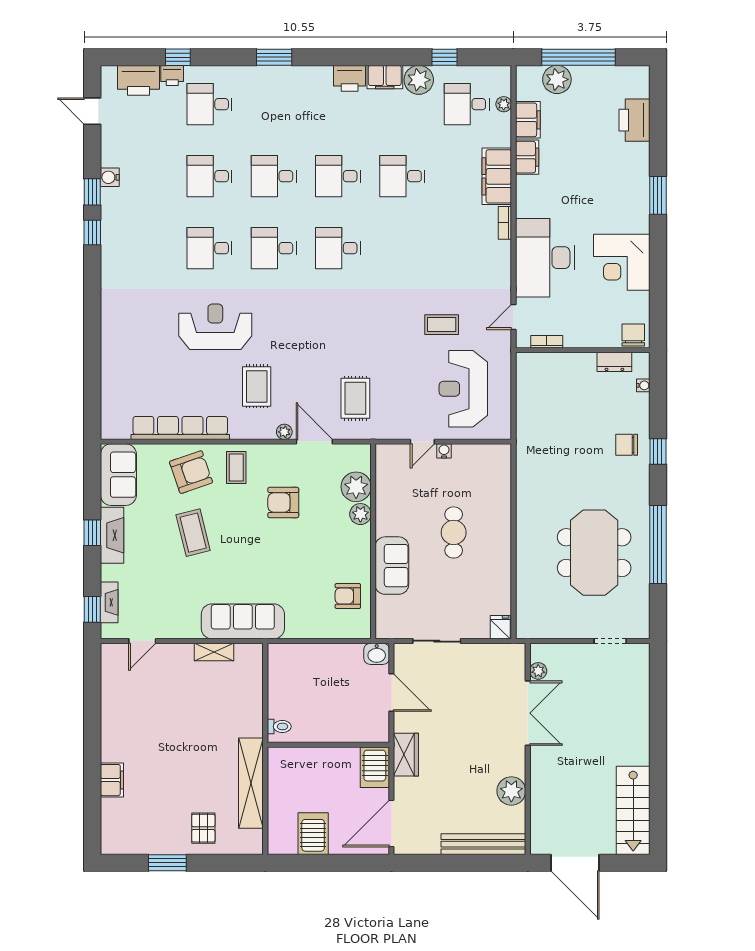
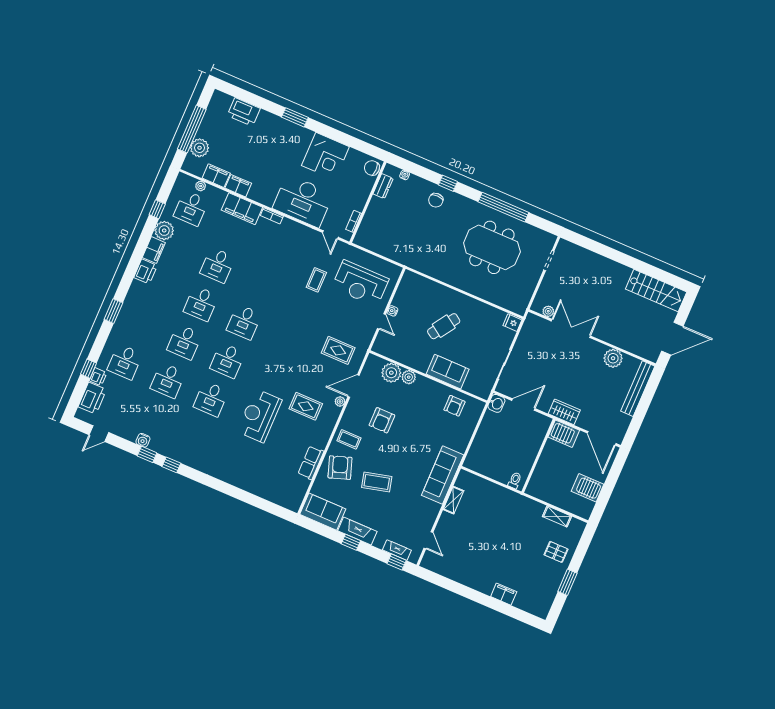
row of seats: (180, 428) -> (311, 463), width x0.50
cafe table: (454, 532) -> (444, 326), turned -56
shelving: (251, 783) -> (557, 516), width x0.45, depth x0.75

